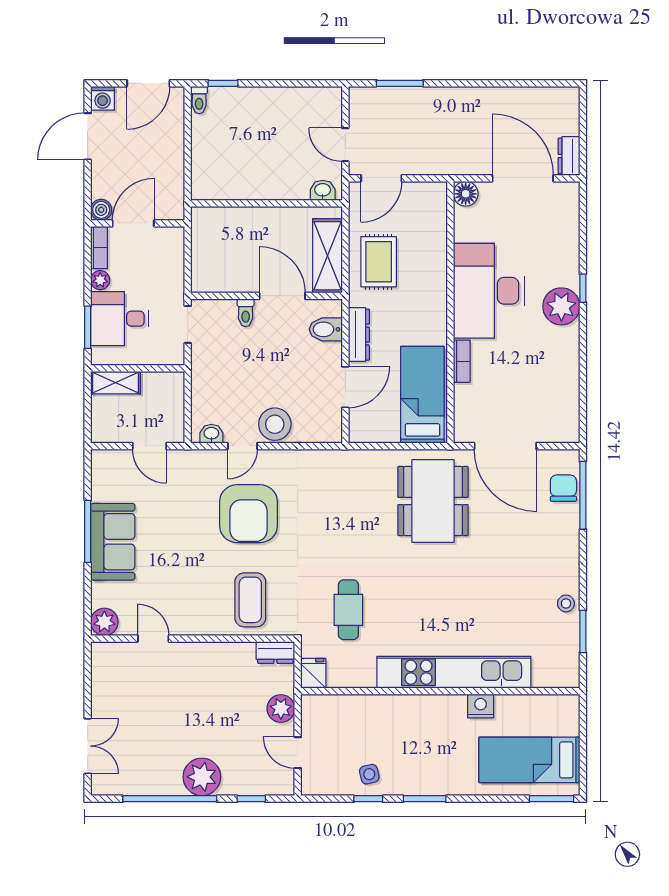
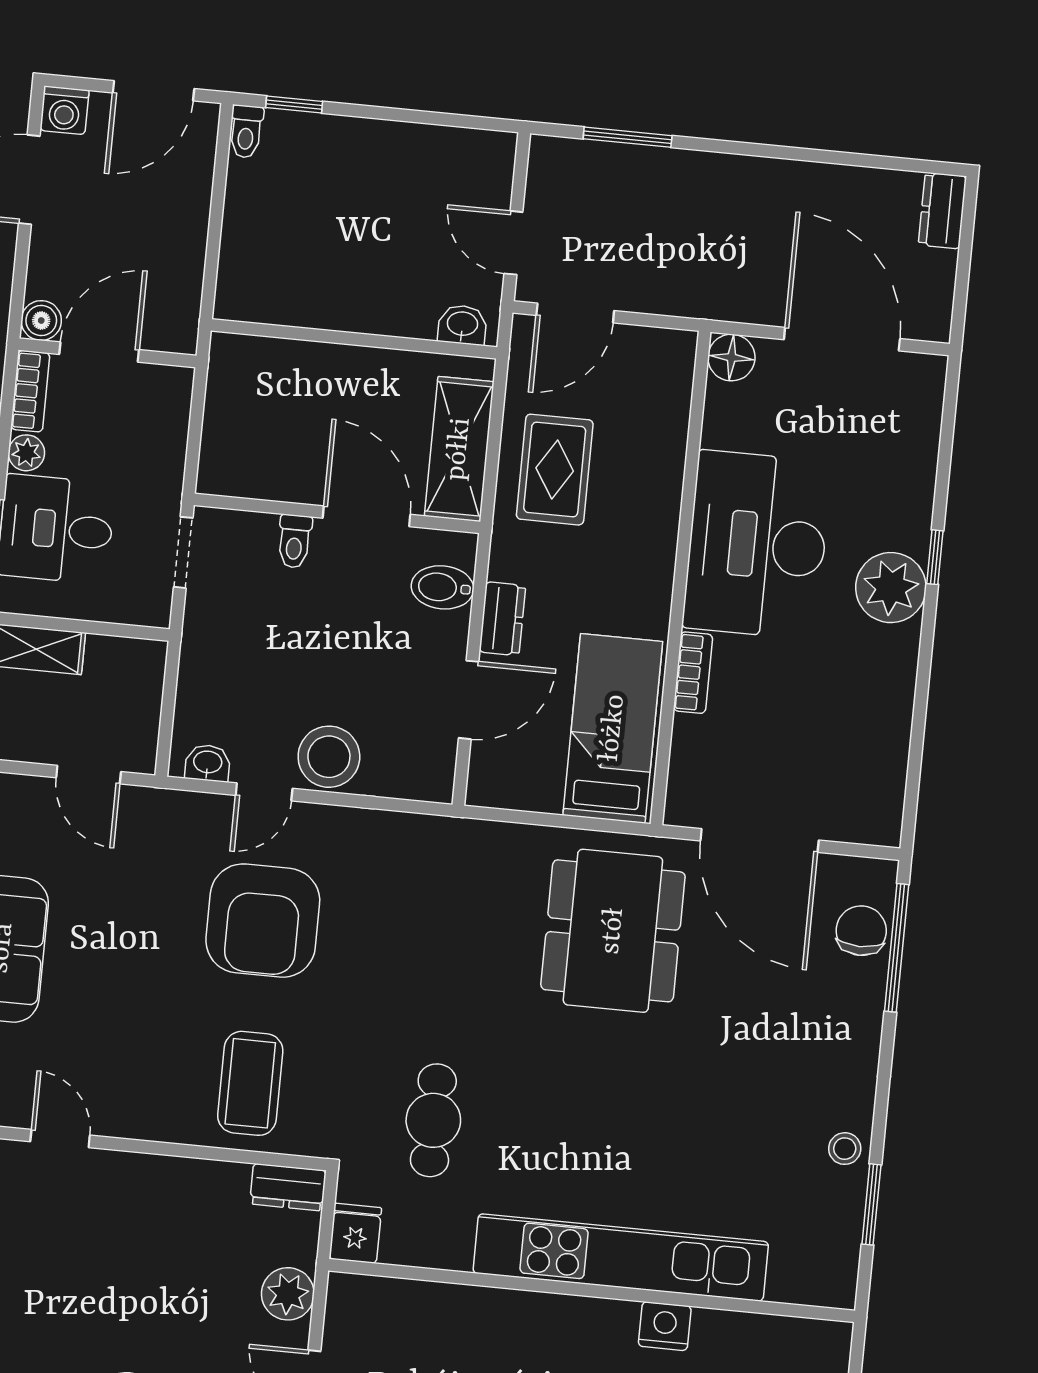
dresser: (569, 156) -> (942, 211), moved
dresser: (359, 335) -> (502, 619), width x0.70

